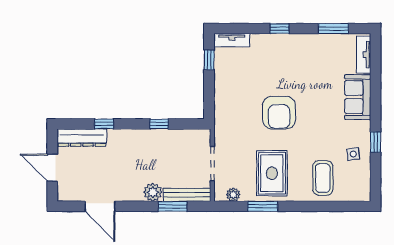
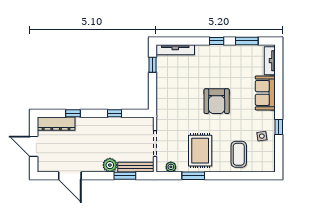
window: (280, 29) -> (217, 41), moved
tv unit: (232, 40) -> (175, 50), width x1.41
armchair: (279, 113) -> (217, 101), moved

